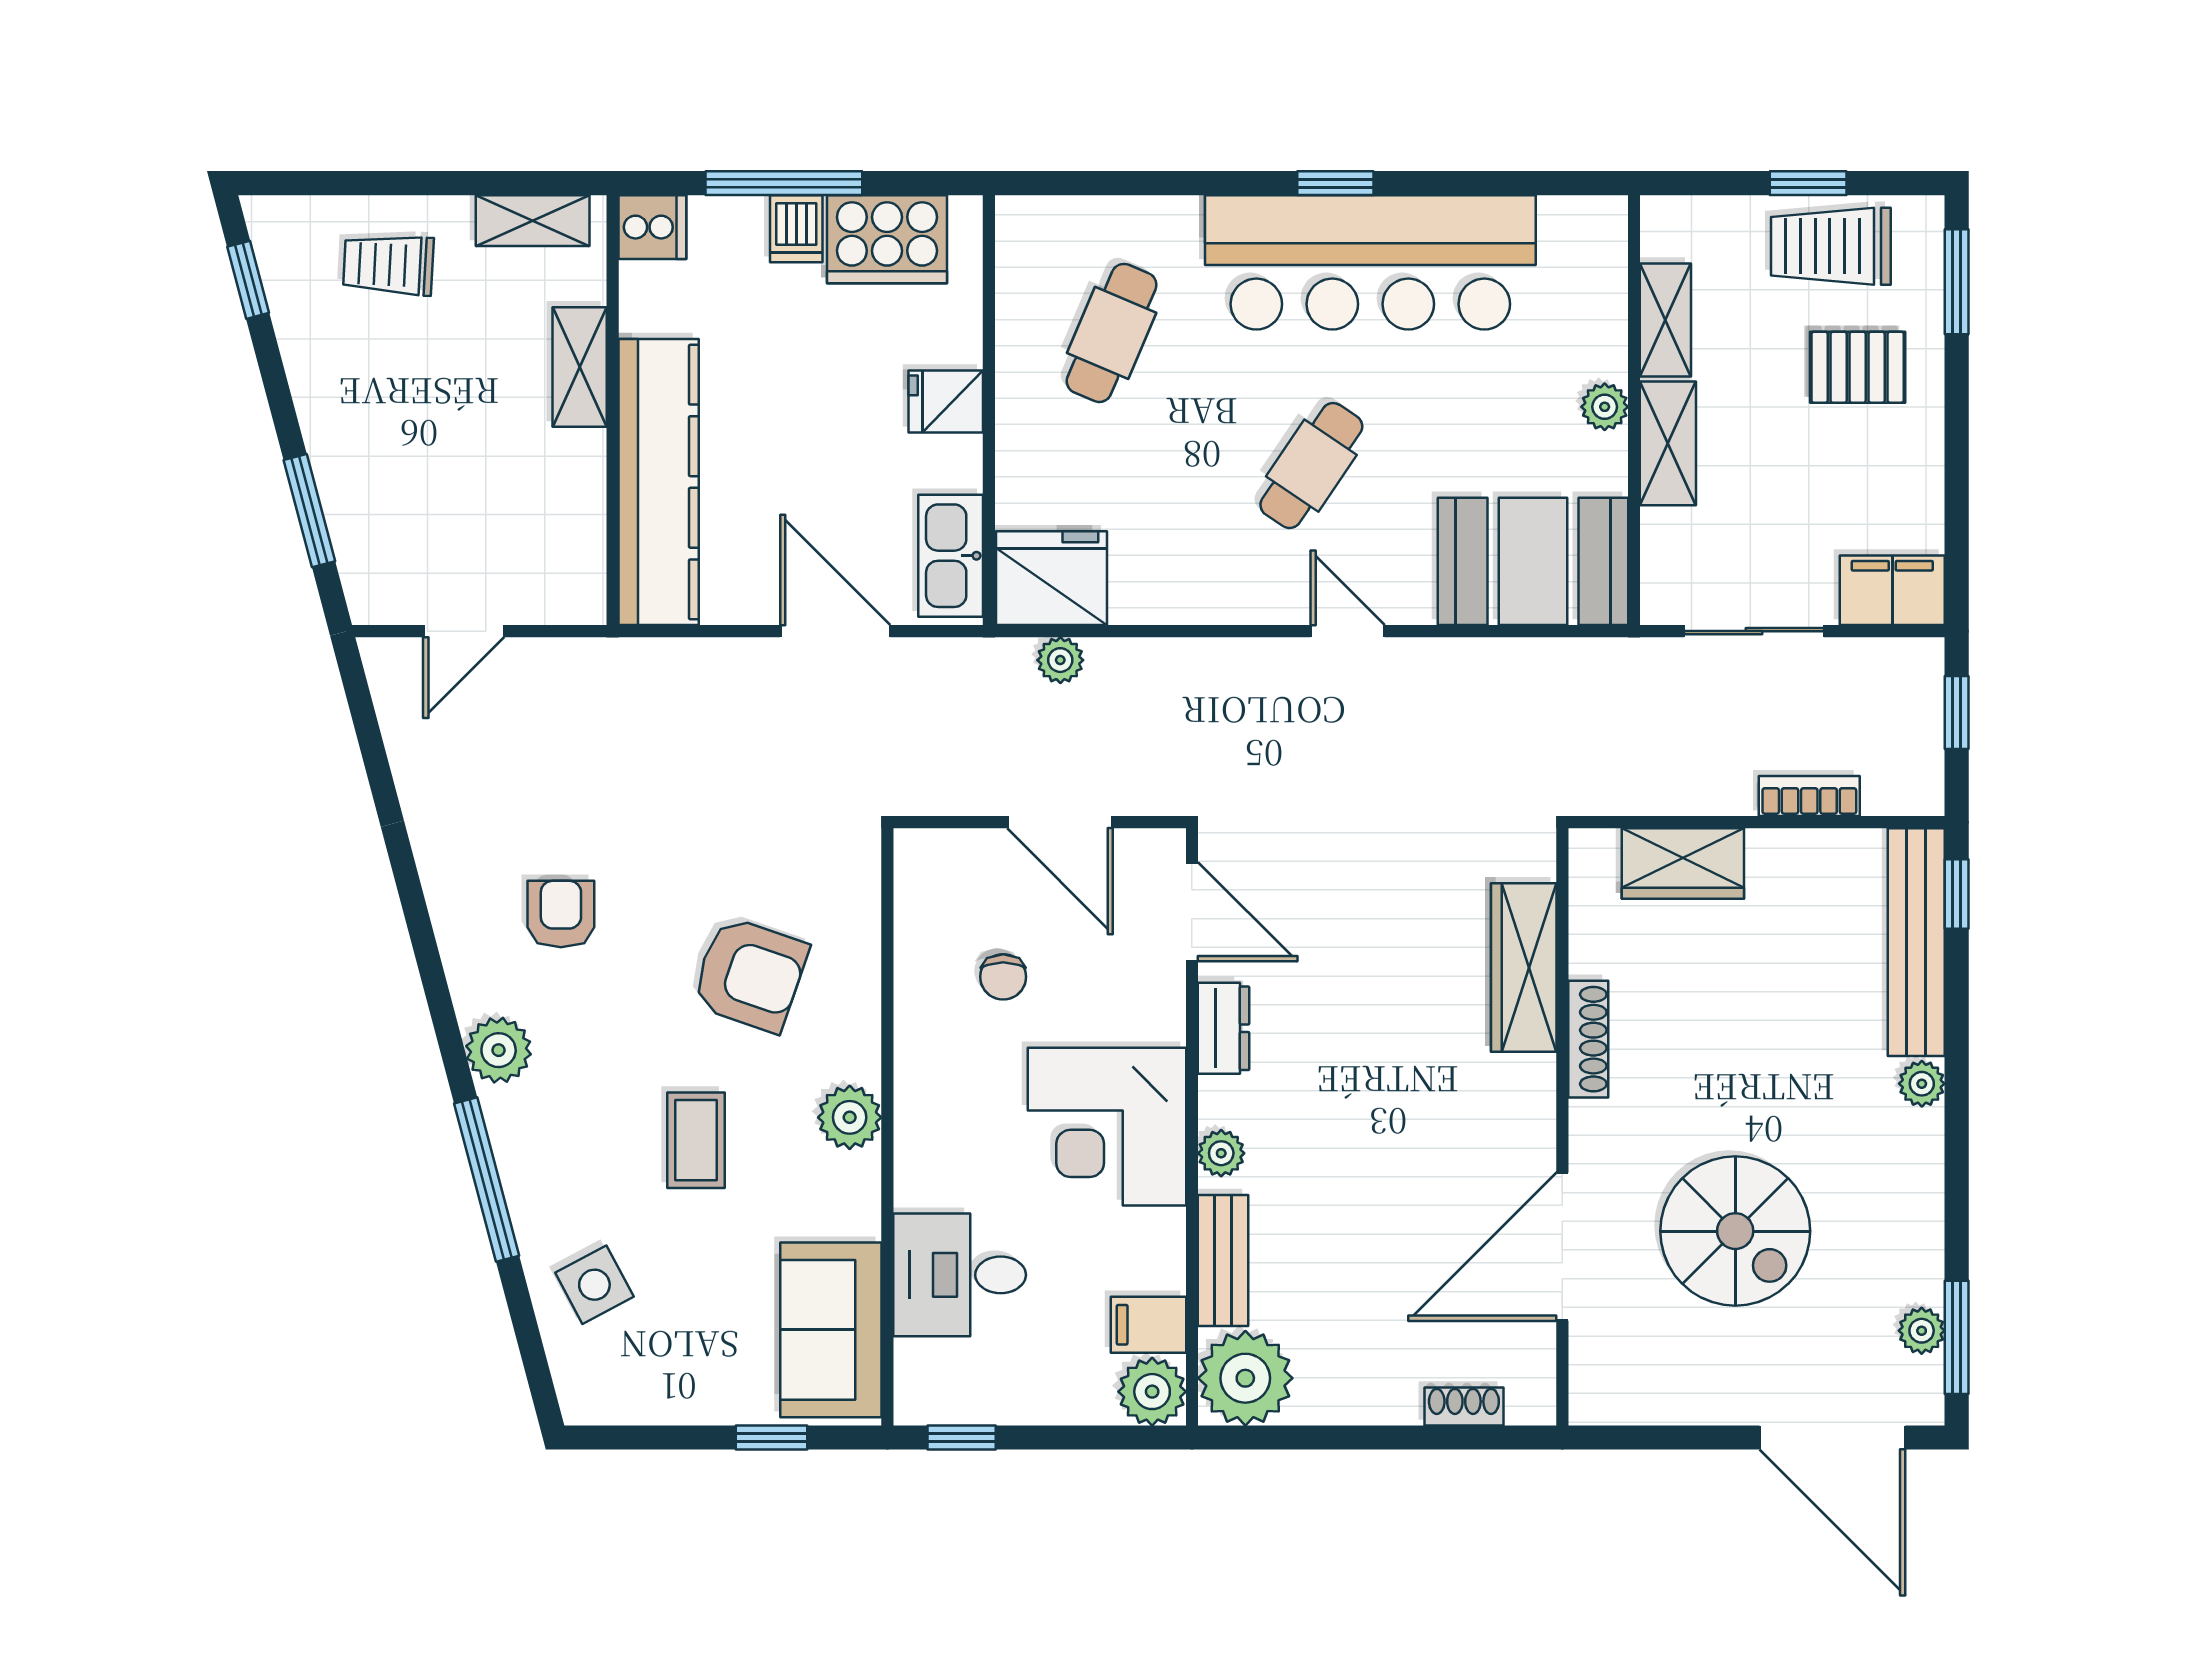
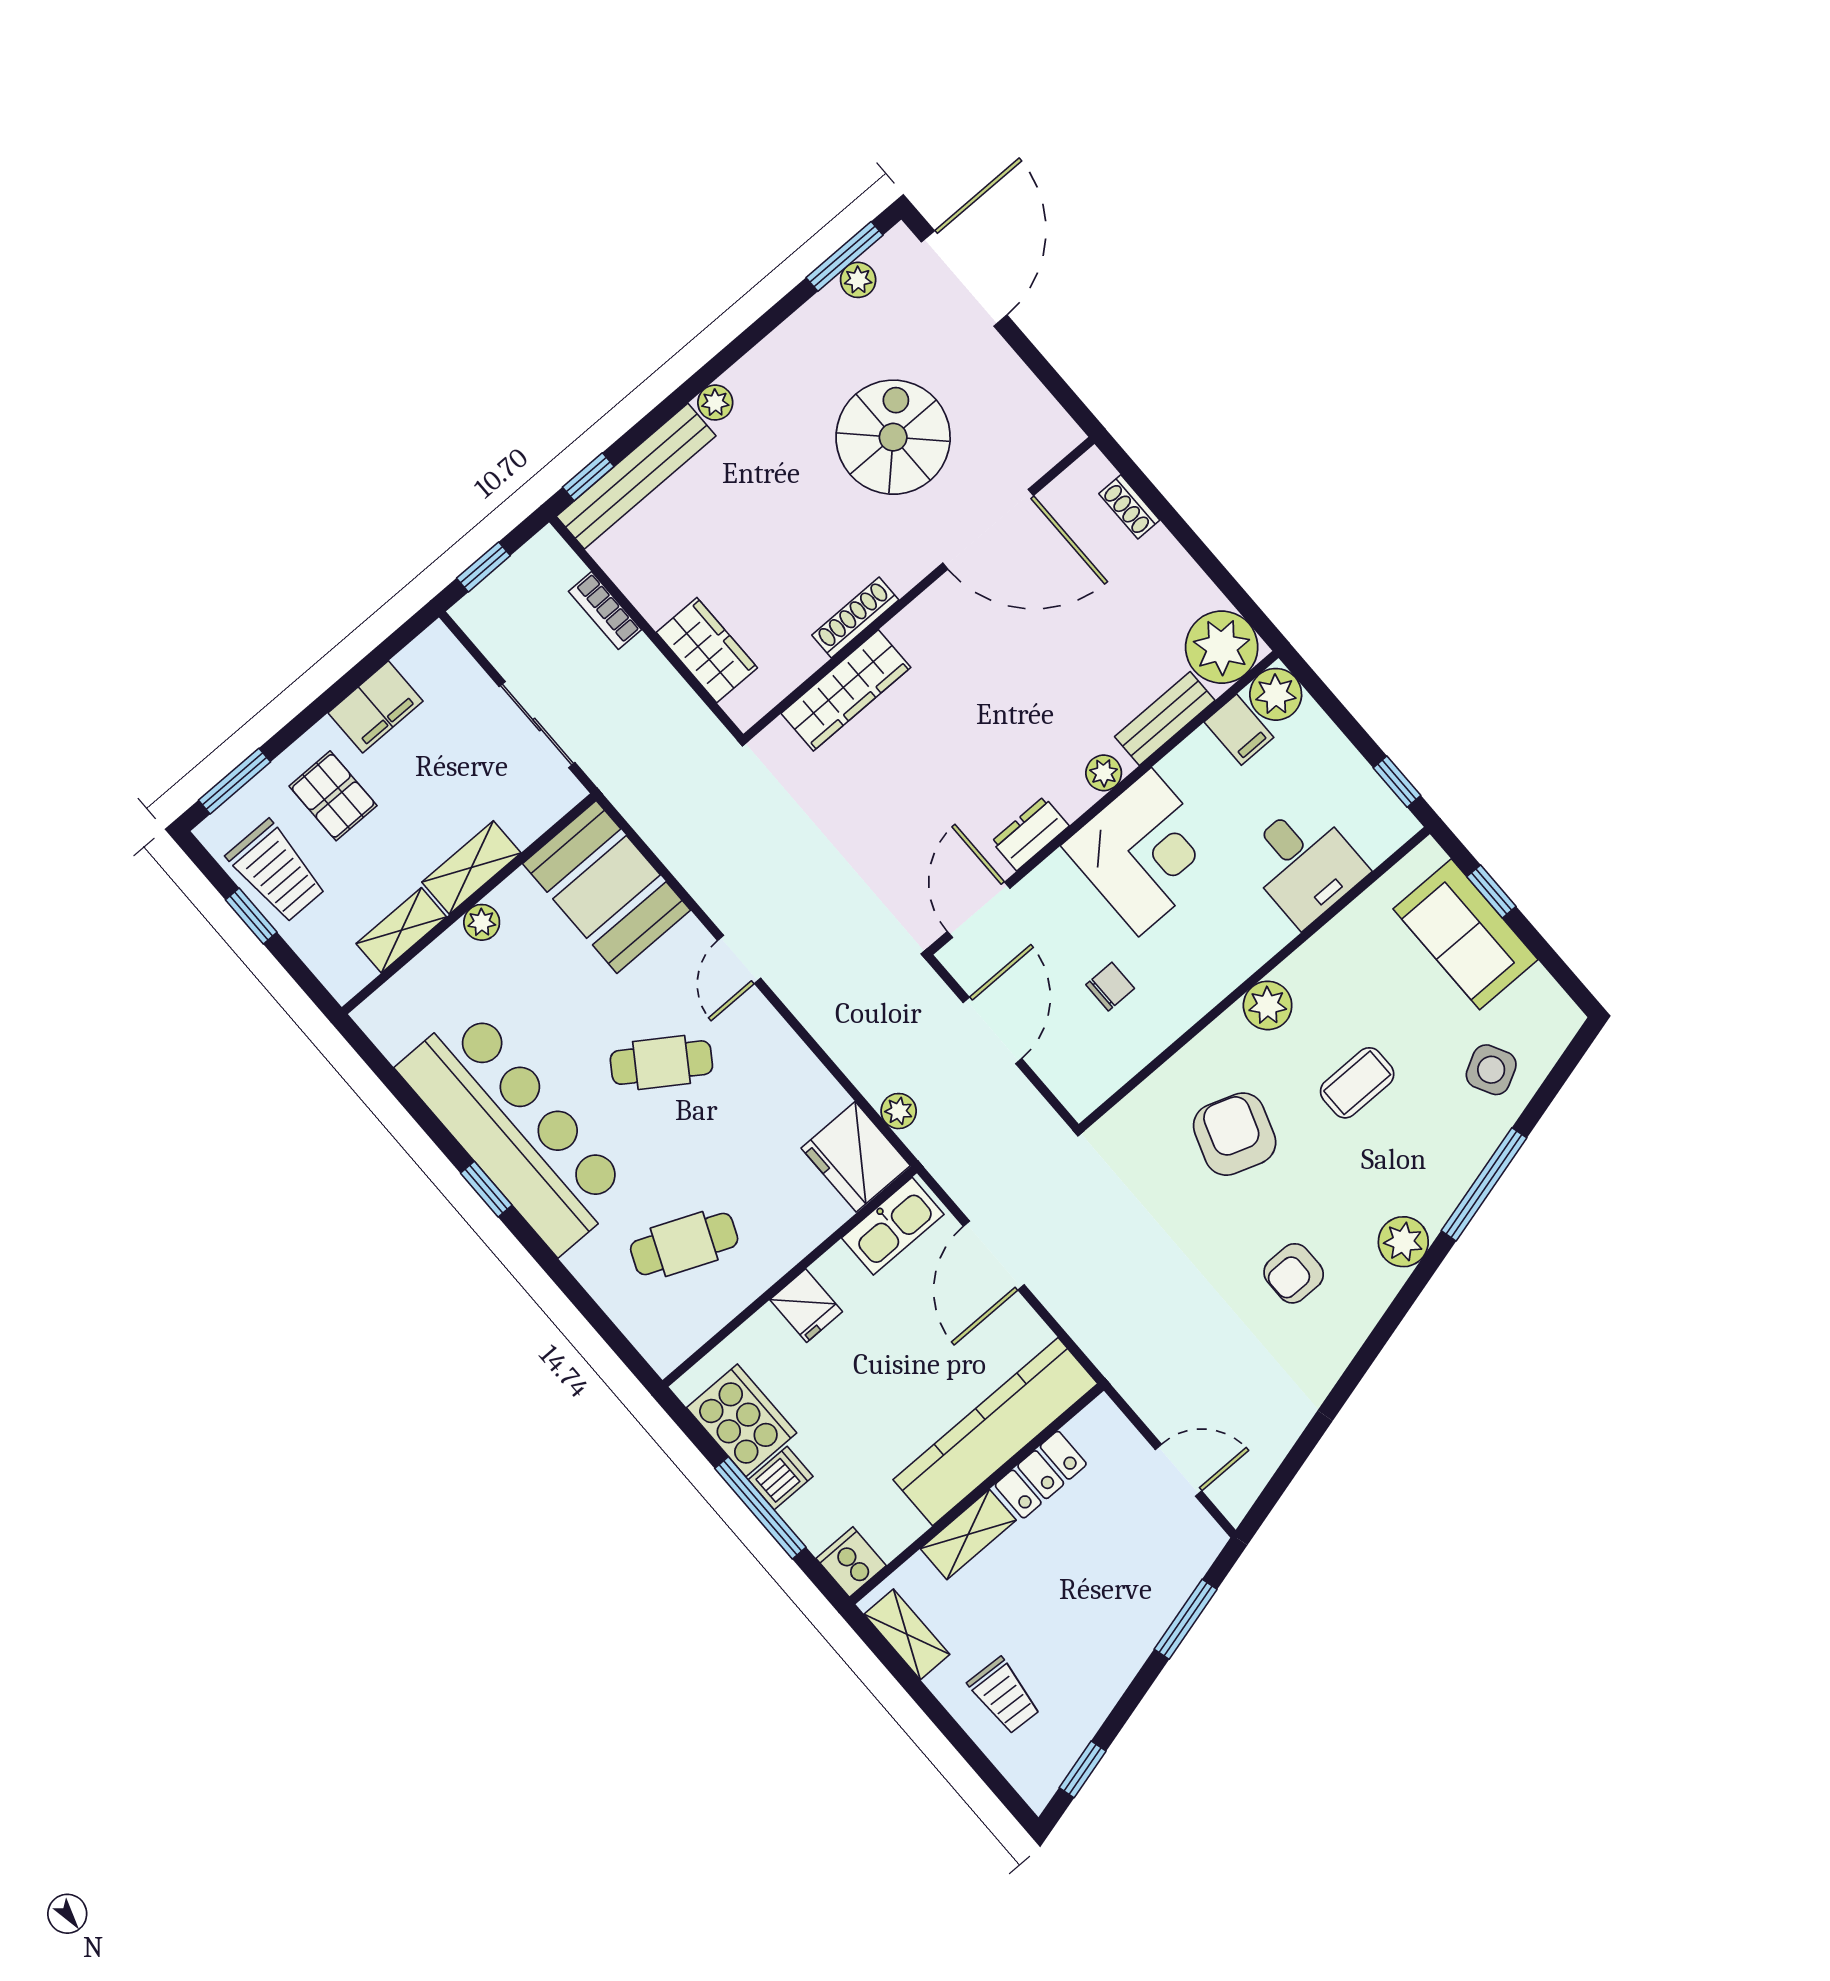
locker: (577, 490) -> (1041, 1475), added
filing cabinet: (1892, 590) -> (376, 707), moved, turned -90
sofa: (831, 1330) -> (1466, 934), moved, turned 90

